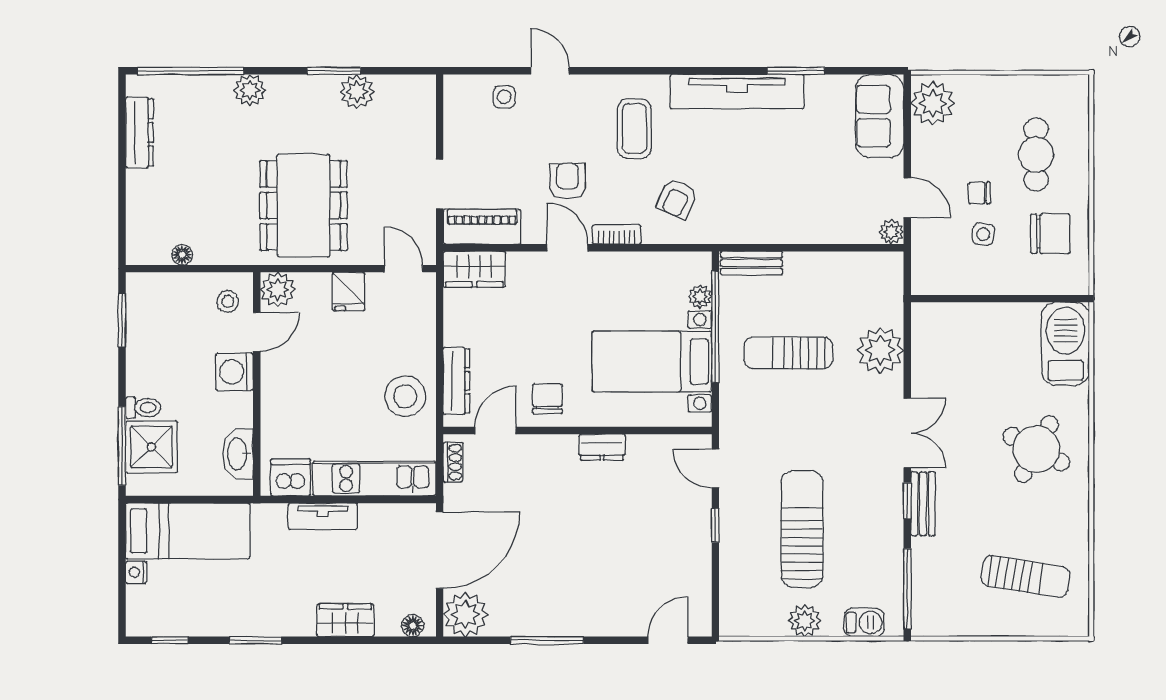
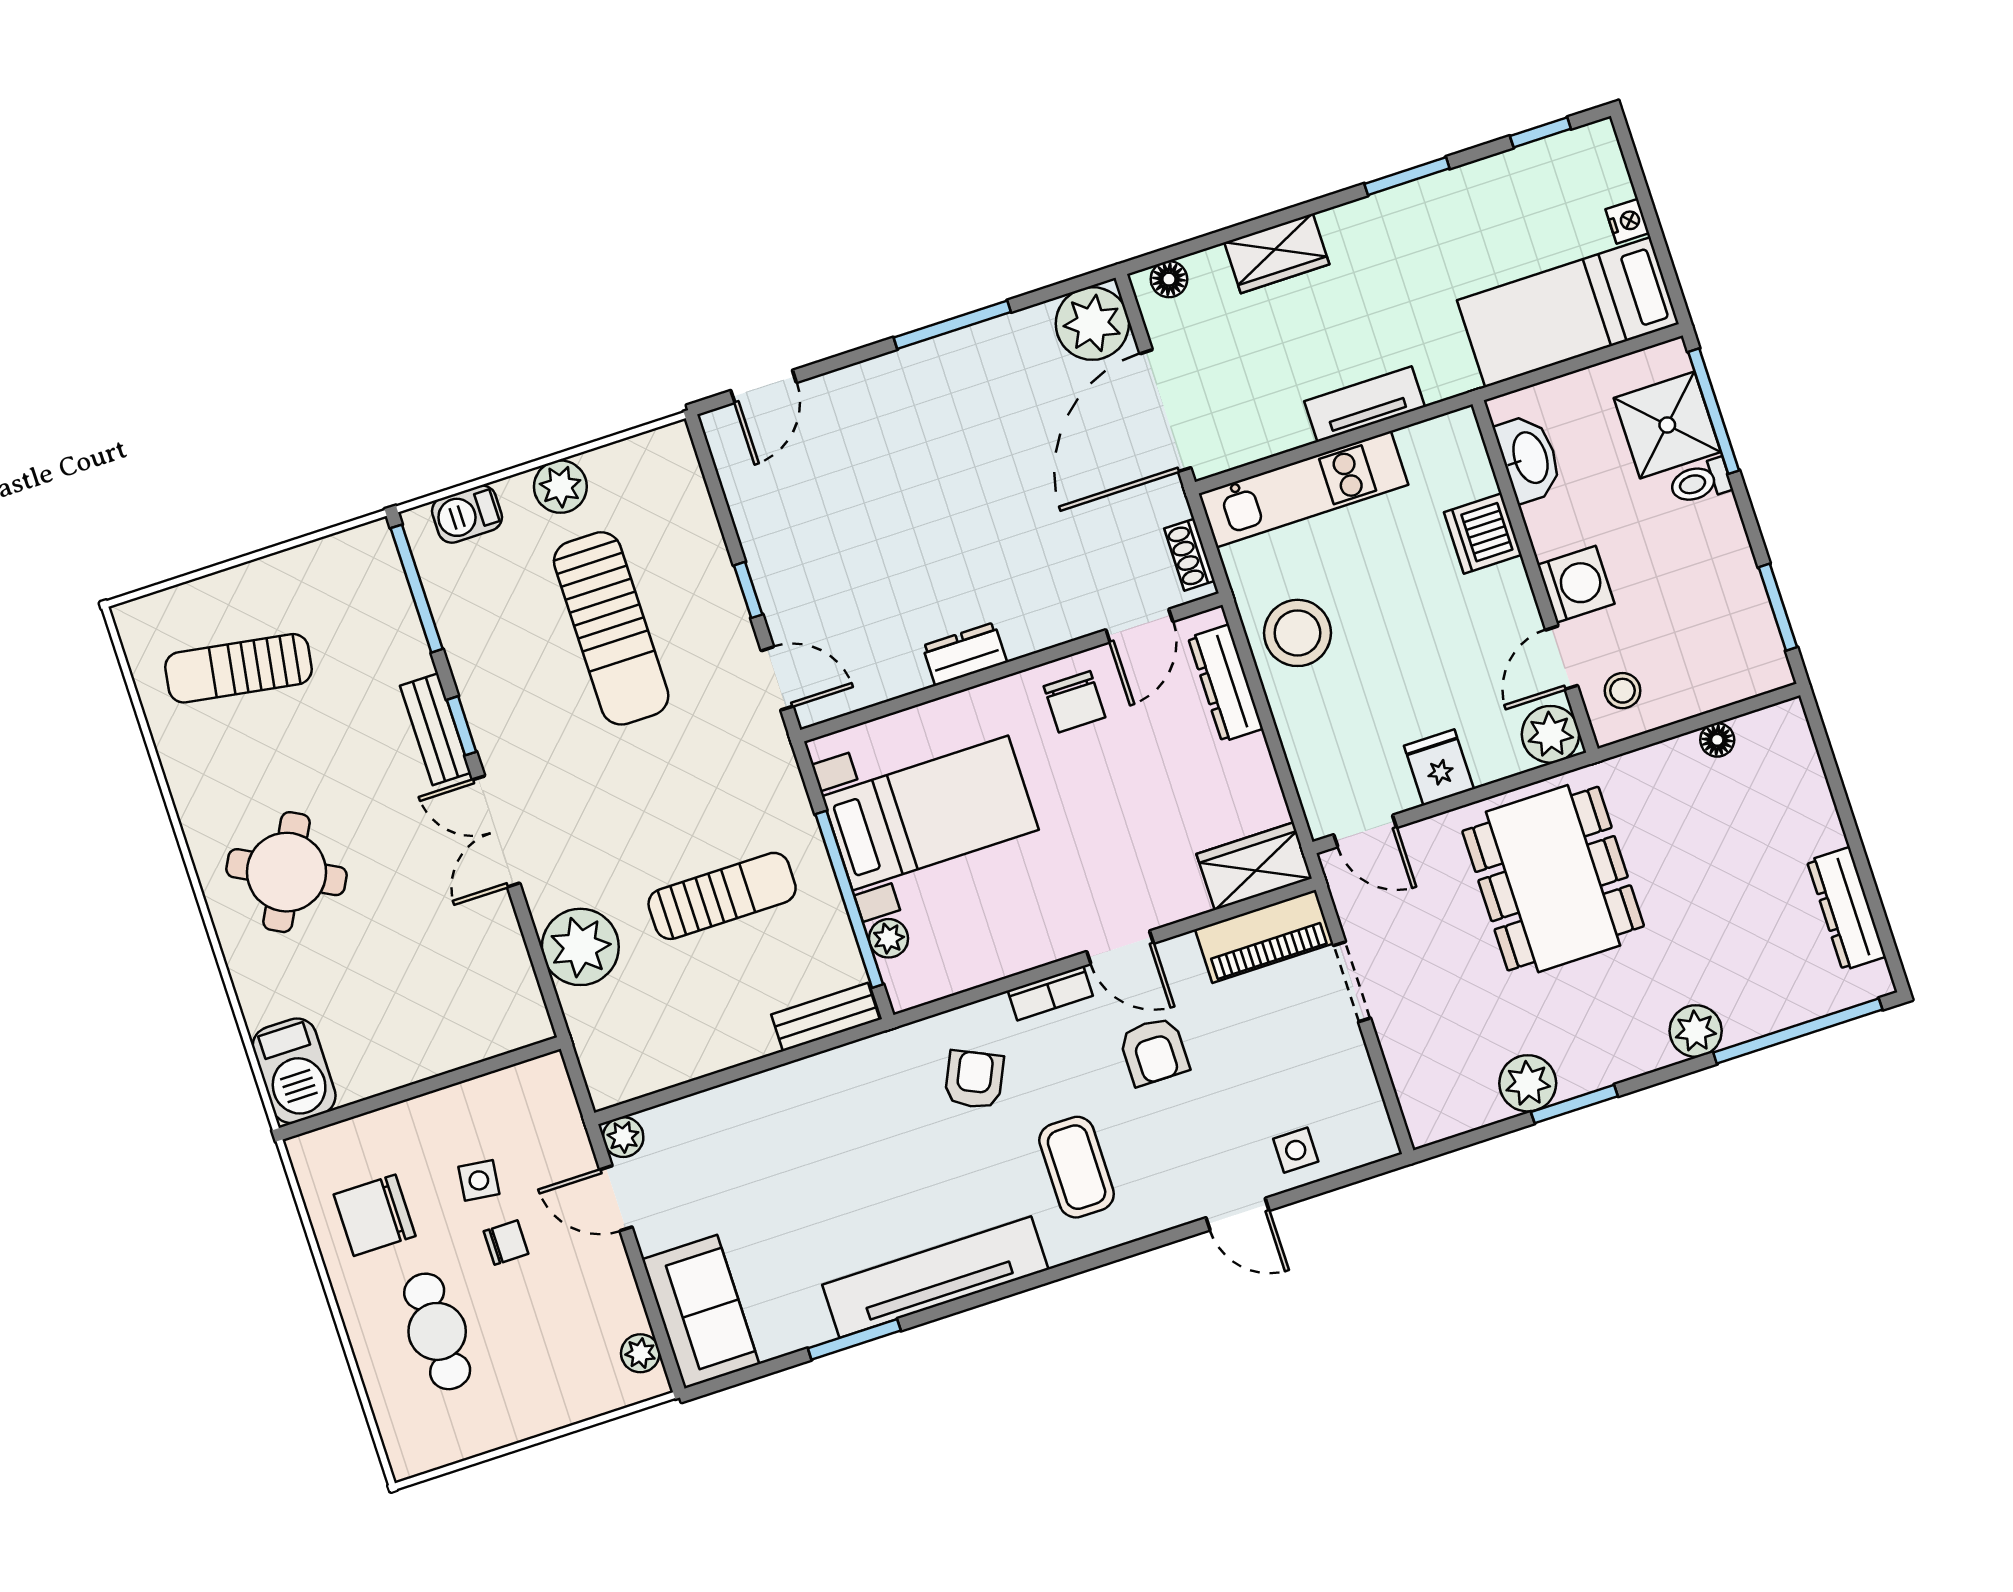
plant: (933, 103) -> (640, 1353), width x0.53, depth x0.53
barbecue: (1065, 344) -> (294, 1071), width x0.73, depth x0.83
dishwasher: (291, 477) -> (1483, 533), moved, turned 90

